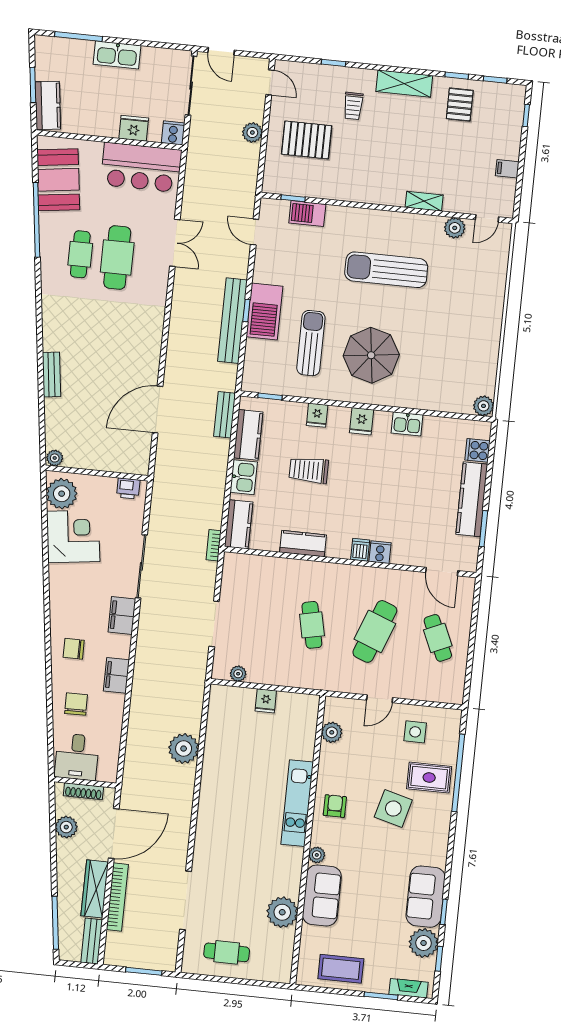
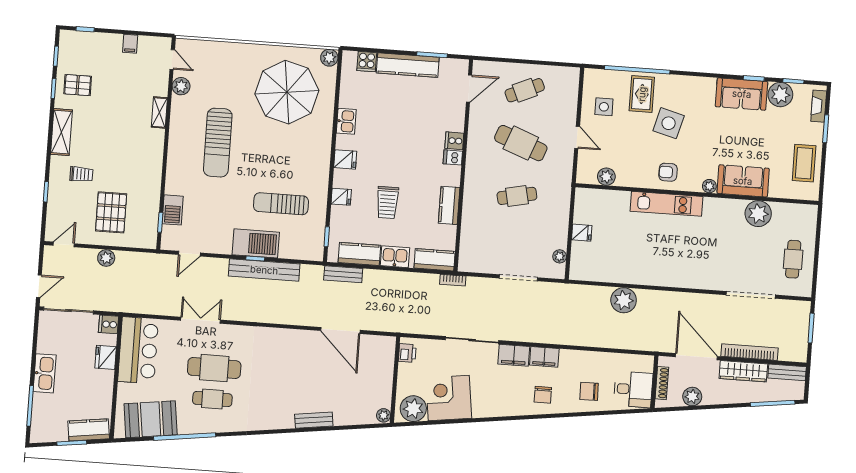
parasol: (371, 355) -> (287, 92), moved, width x1.36, depth x1.36
filing cabinet: (116, 675) -> (544, 357), moved

